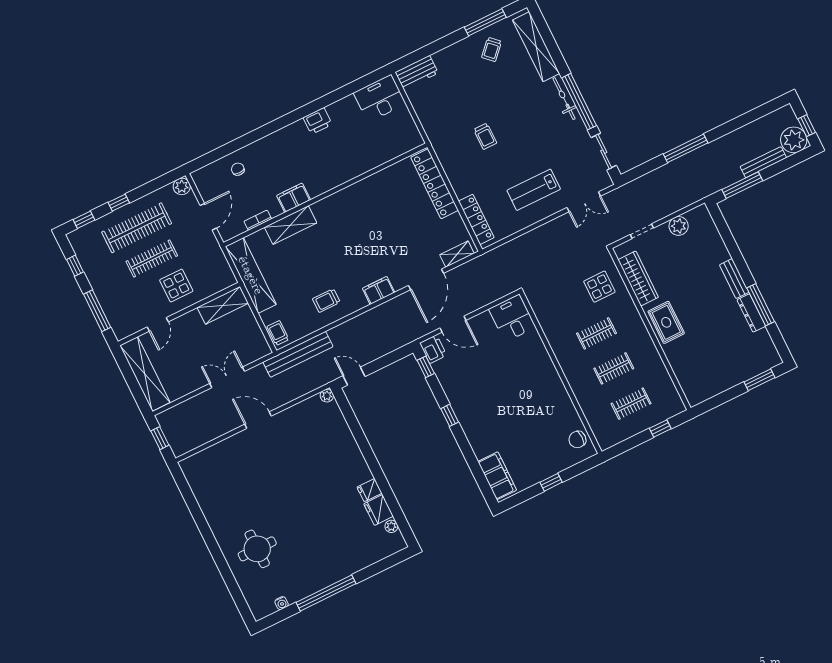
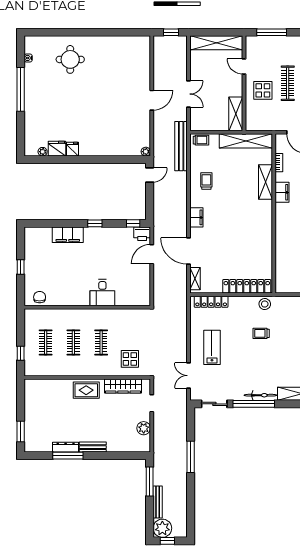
stool: (446, 150) -> (265, 304), added
desk: (512, 318) -> (102, 293), moved, turned 90
filing cabinet: (497, 476) -> (68, 235), moved

